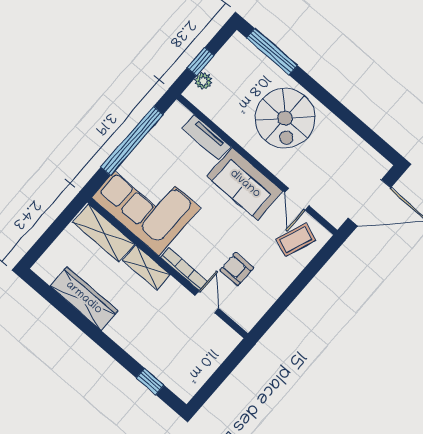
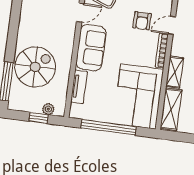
spiral stairs: (285, 118) -> (35, 67), moved

